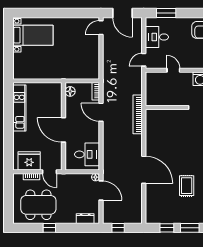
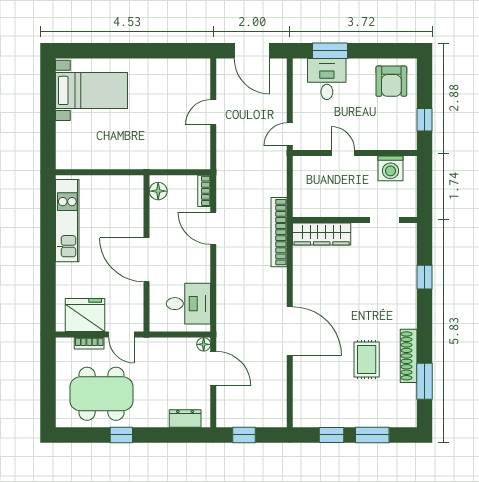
door: (101, 28) -> (213, 112), moved
desk: (157, 37) -> (327, 79), moved, turned 90
wardrobe: (161, 115) -> (322, 234), added

